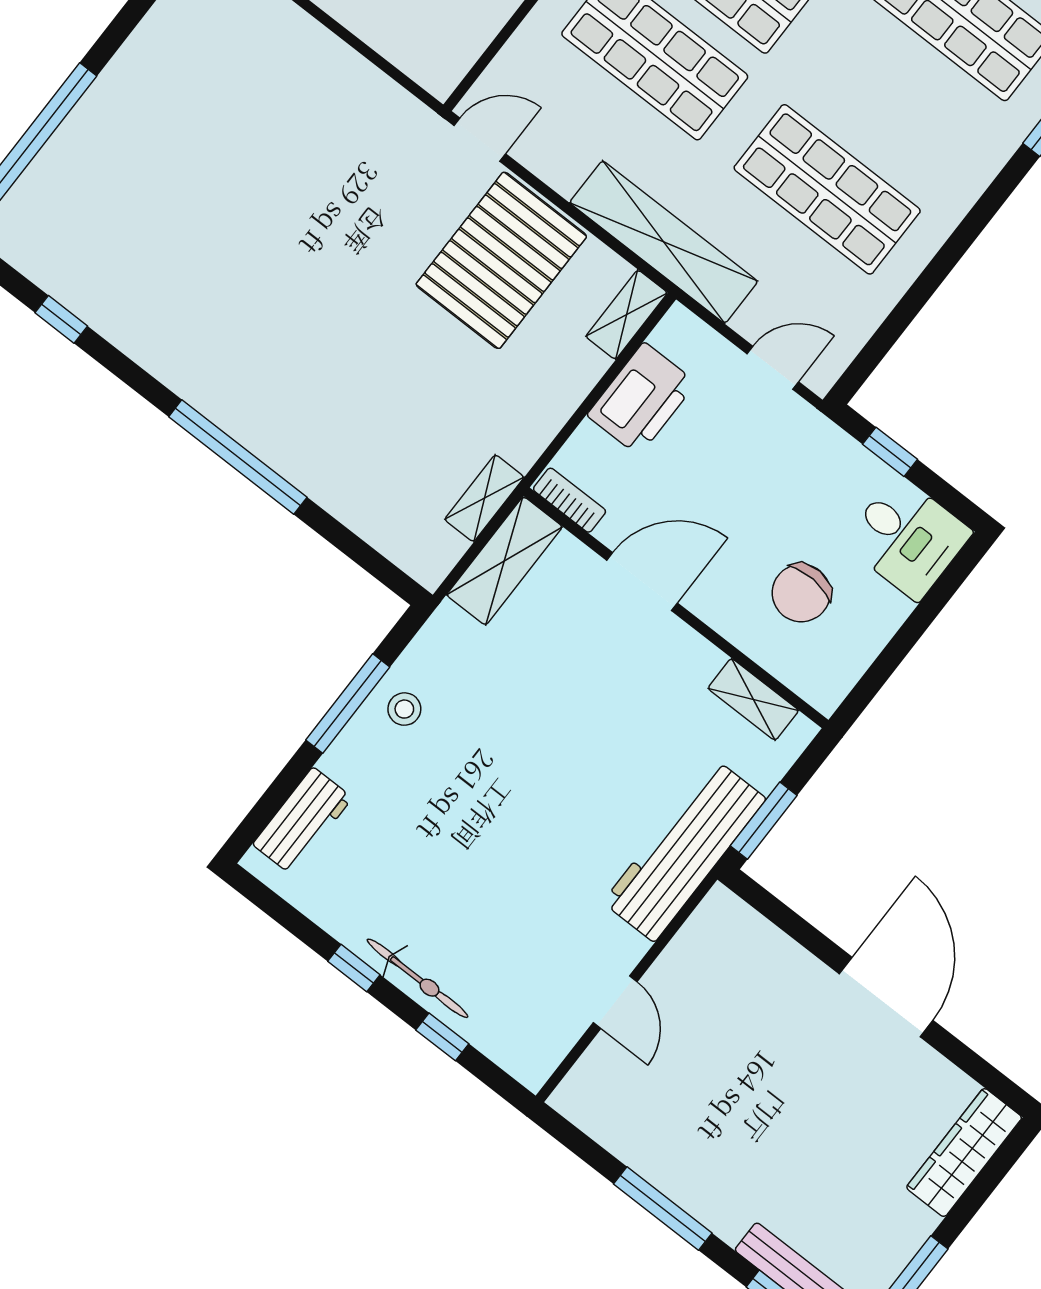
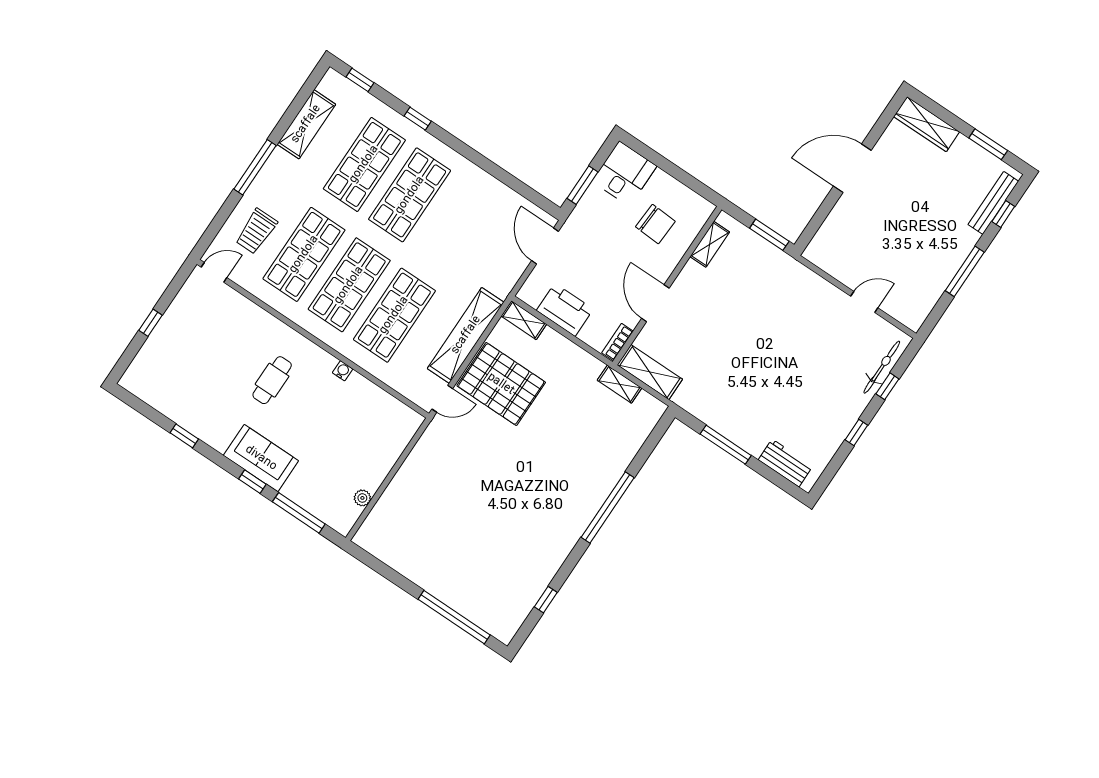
door: (480, 140) -> (442, 399), swing flipped
shop shelf: (827, 189) -> (410, 195), moved
shelving: (664, 242) -> (466, 335), moved
door: (773, 368) -> (545, 246), width x1.38
window: (890, 452) -> (582, 185), width x1.50
stool: (404, 709) -> (727, 416), removed
workbench: (684, 850) -> (787, 273), removed
bicycle: (417, 978) -> (882, 367), moved

